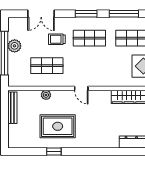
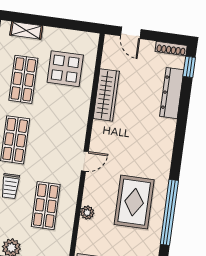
window: (54, 152) -> (169, 212), width x3.17

